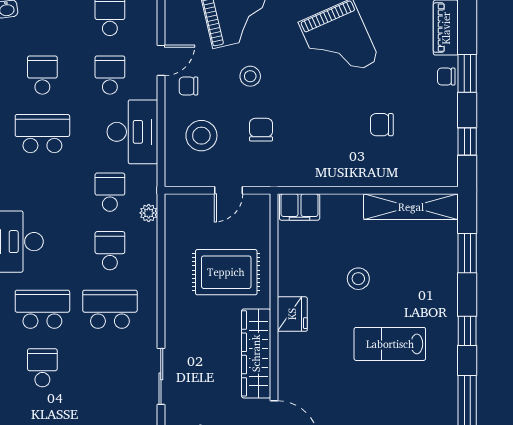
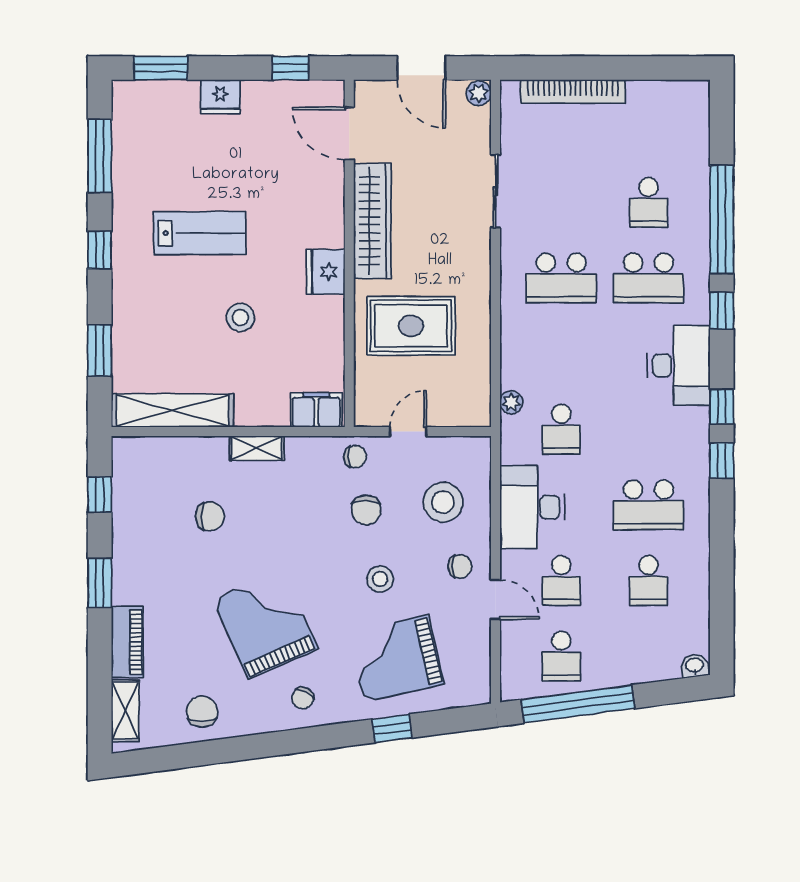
door: (161, 60) -> (495, 600), swing flipped
chair: (446, 77) -> (355, 457), moved
shelving: (346, 177) -> (257, 448), added
school desk: (110, 251) -> (561, 354), removed

